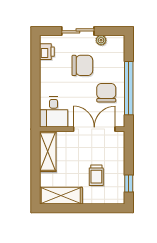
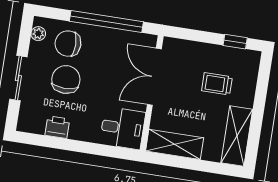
plant: (101, 40) -> (38, 34), moved
printer: (47, 52) -> (57, 127), moved
chair: (106, 93) -> (68, 44), moved
trolley: (96, 175) -> (217, 84), turned 180

